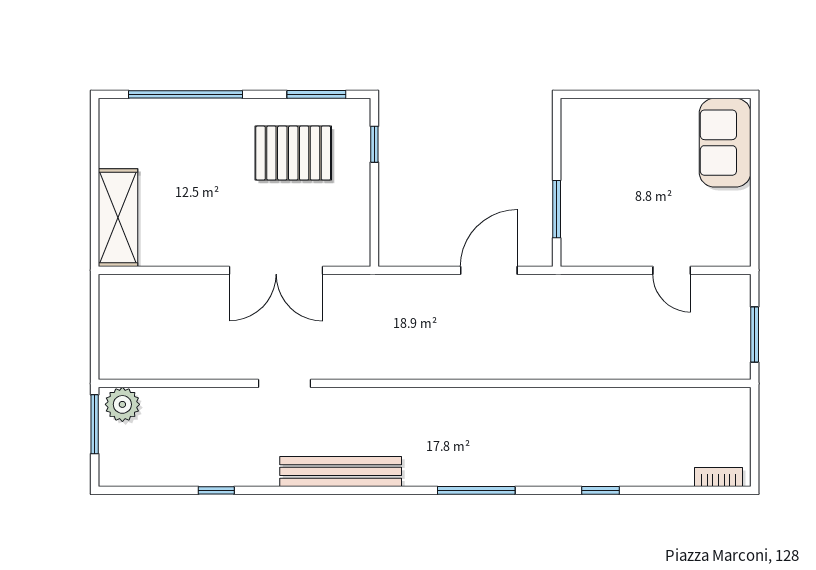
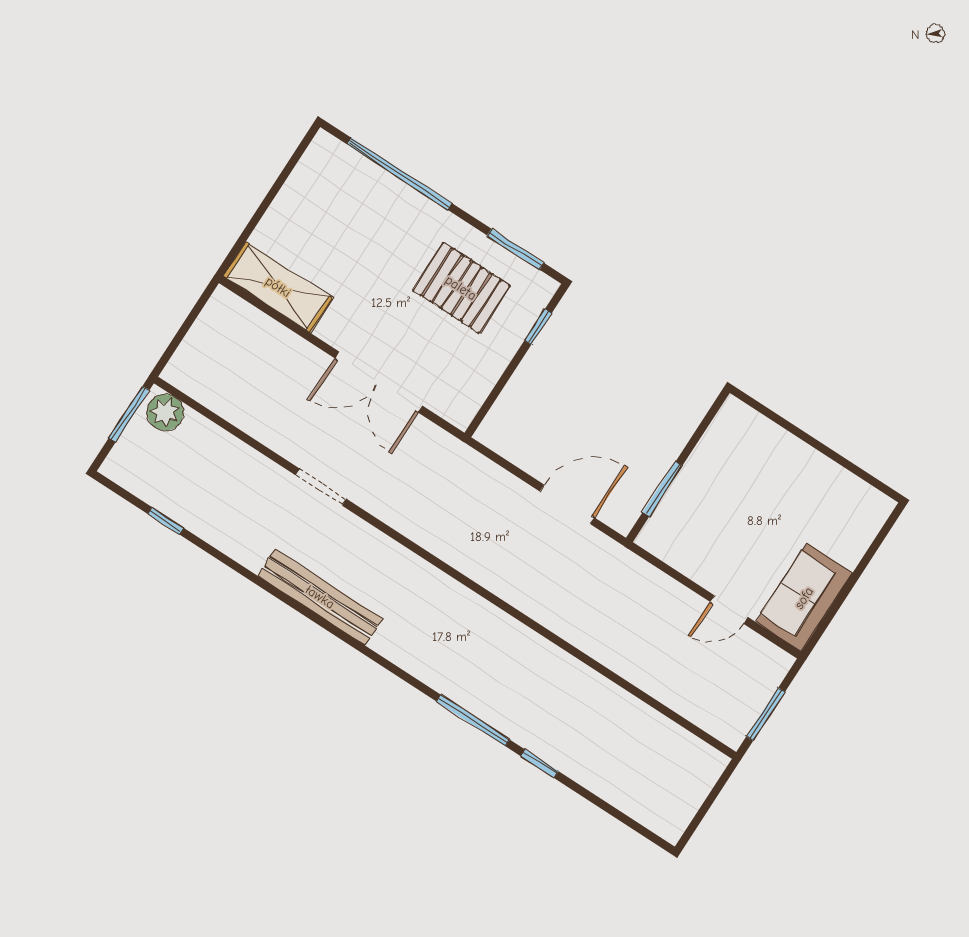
sofa: (725, 143) -> (804, 598), moved
shelving: (118, 218) -> (278, 287), moved, turned 90
door: (672, 270) -> (729, 610), hinge flipped
bookcase: (719, 477) -> (652, 820), removed
window: (216, 490) -> (166, 521), moved
window: (476, 490) -> (473, 720), moved

